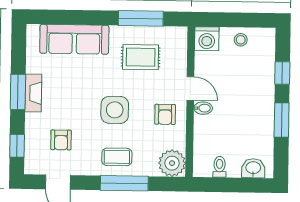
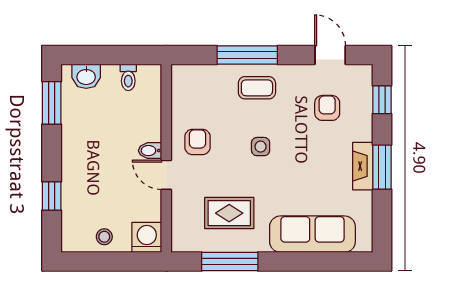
side table: (115, 110) -> (261, 147), width x0.54, depth x0.54
window: (282, 120) -> (52, 103), moved
plant: (172, 163) -> (188, 81), removed

